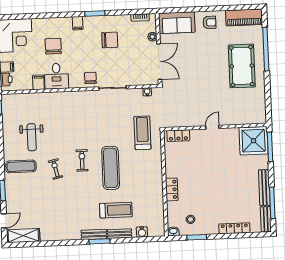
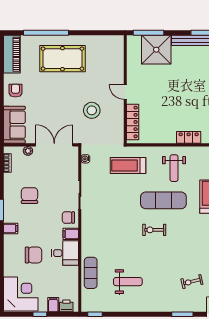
chair: (53, 46) -> (33, 255), turned 180
filing cabinet: (38, 82) -> (71, 234), moved
stool: (194, 96) -> (92, 110), added
locker: (178, 136) -> (133, 122), width x1.53
shower: (254, 141) -> (156, 50), moved
exercise mat: (21, 166) -> (91, 273), moved
exercise bike: (56, 169) -> (192, 282), moved
weight bench: (142, 177) -> (174, 168), added

